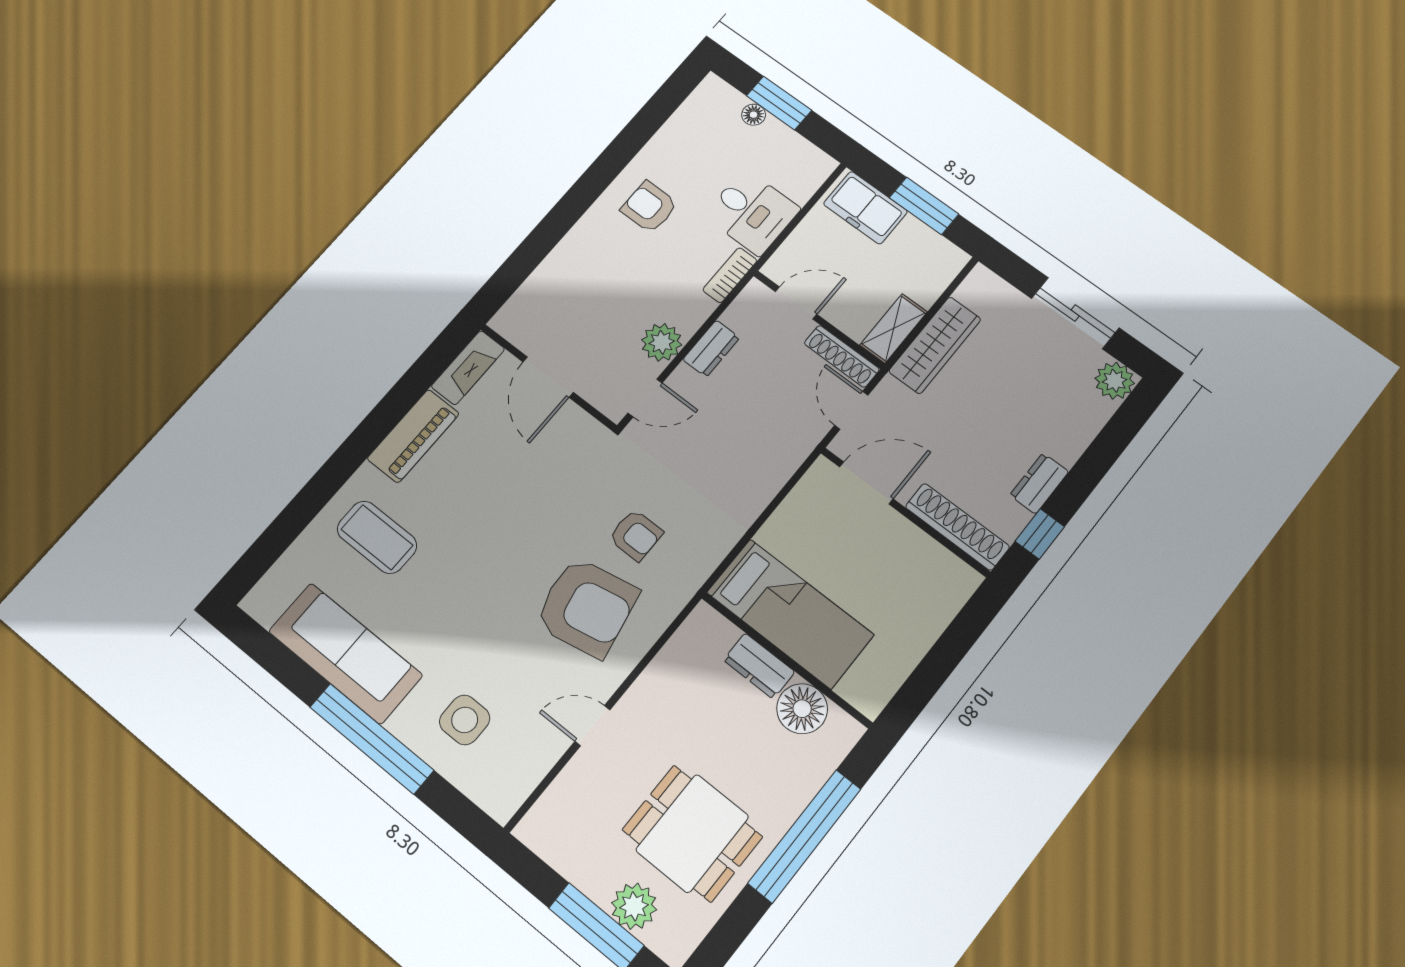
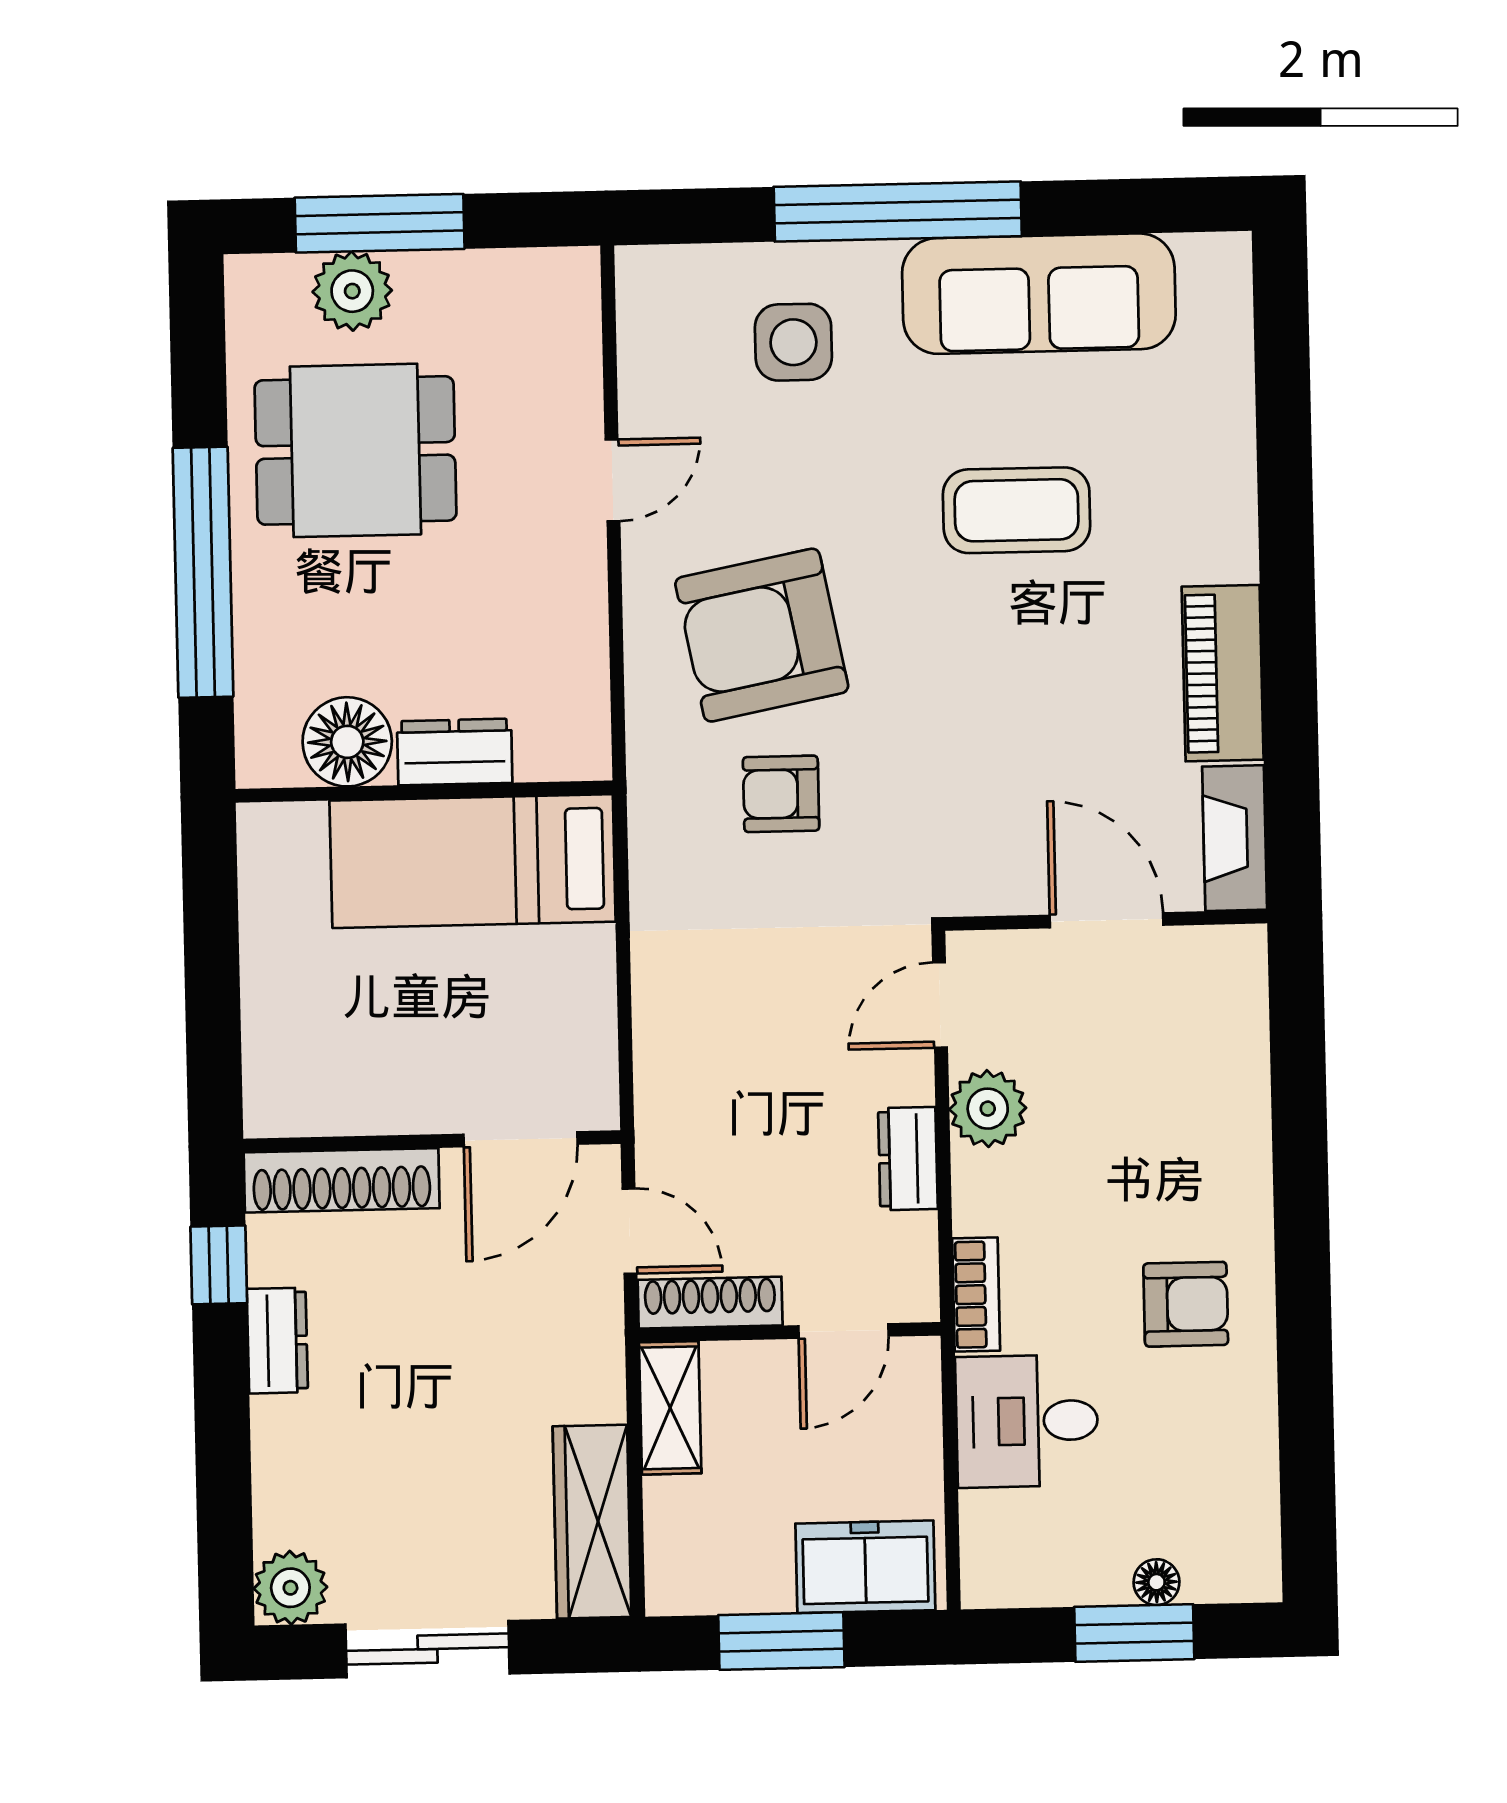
wardrobe: (935, 345) -> (592, 1522), moved
coffee table: (377, 537) -> (1017, 510), moved

